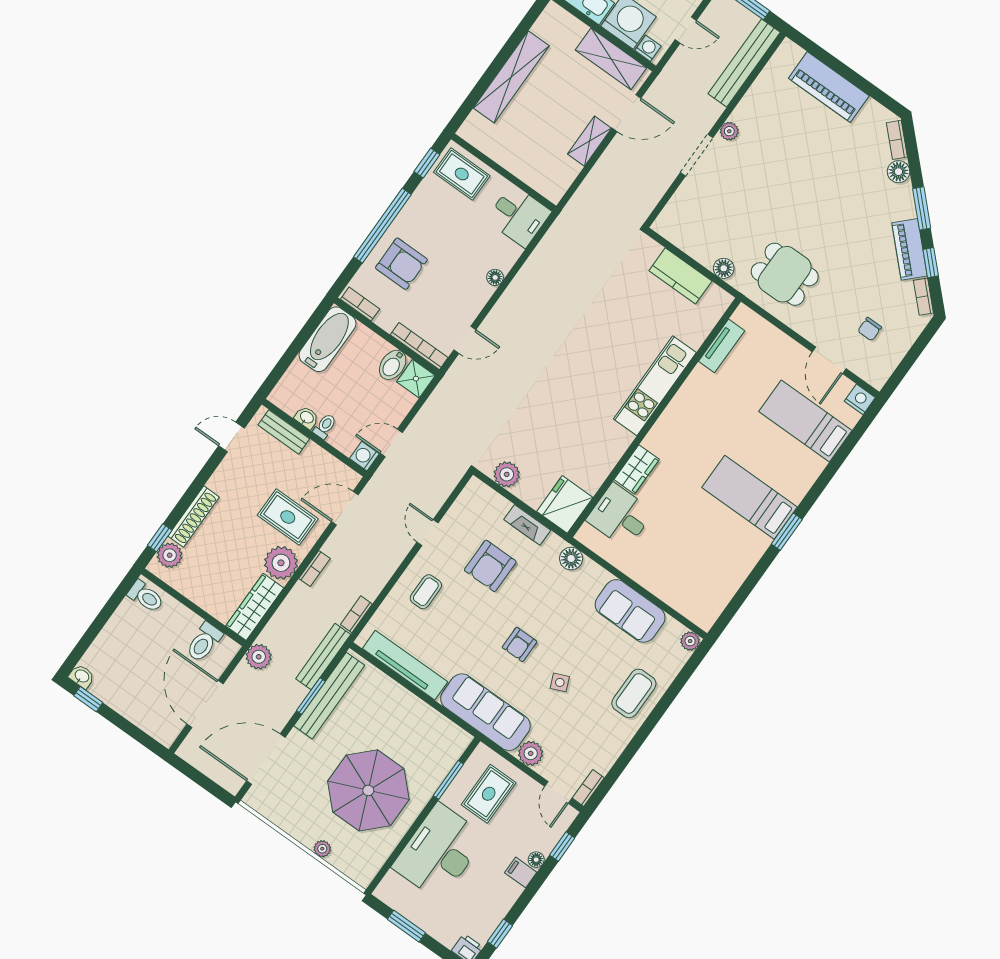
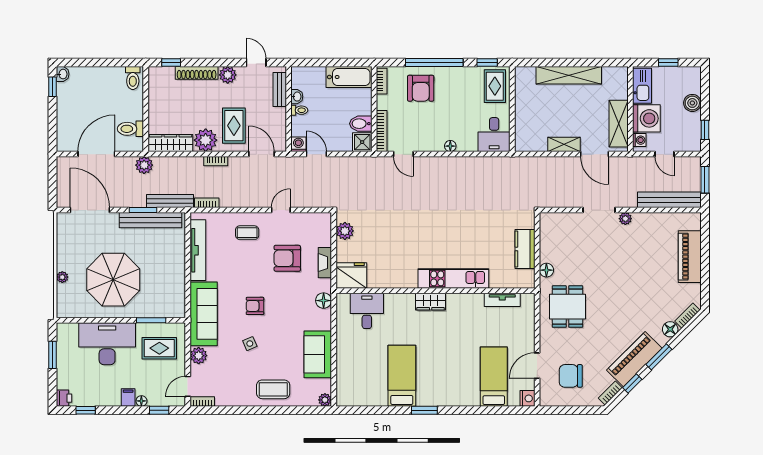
piano: (910, 249) -> (634, 359), width x1.37, depth x1.33
chair: (870, 329) -> (571, 376), width x1.87, depth x1.87
wardrobe: (637, 469) -> (431, 302), moved
bed: (750, 497) -> (402, 376), moved
plant: (170, 555) -> (228, 75), moved

